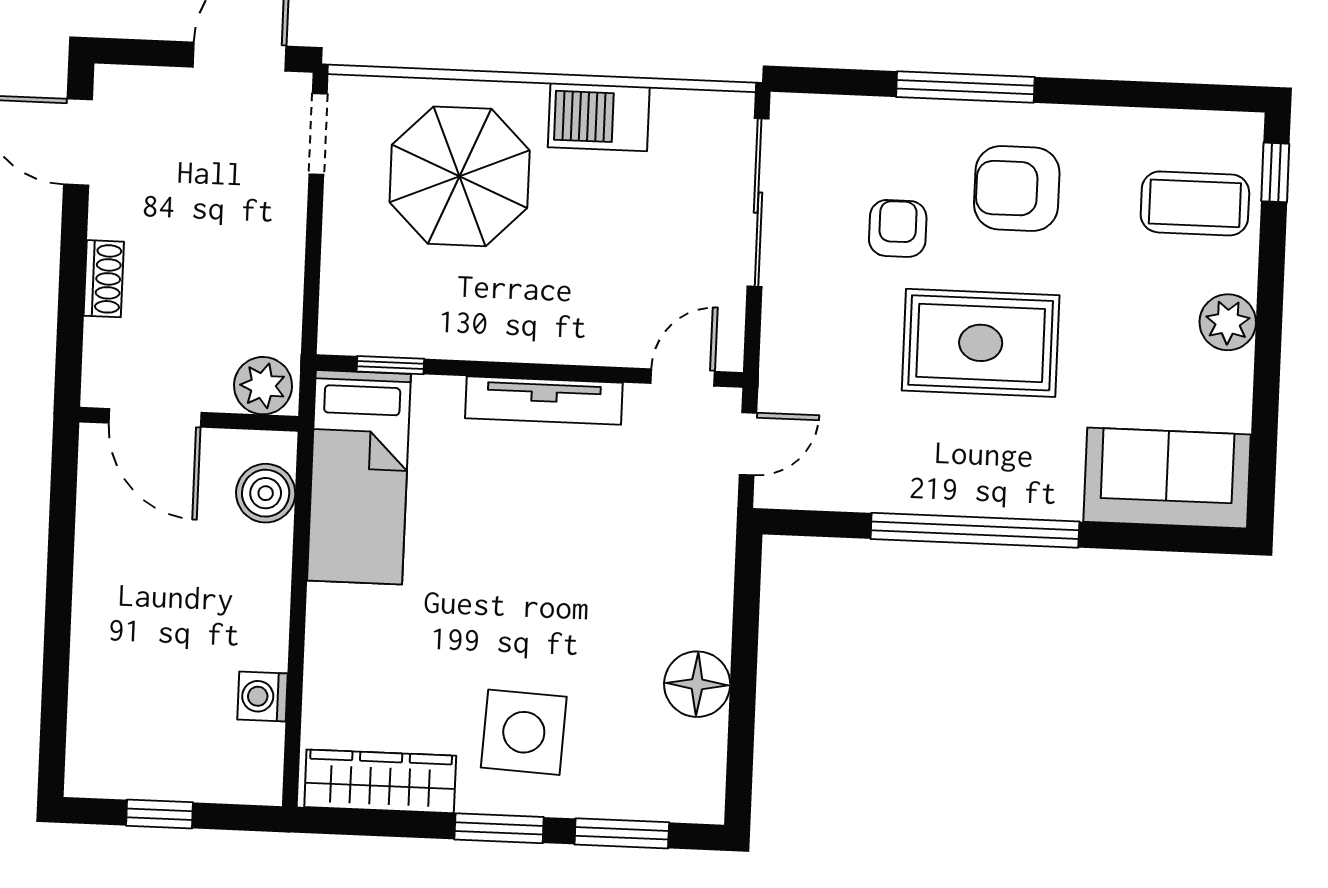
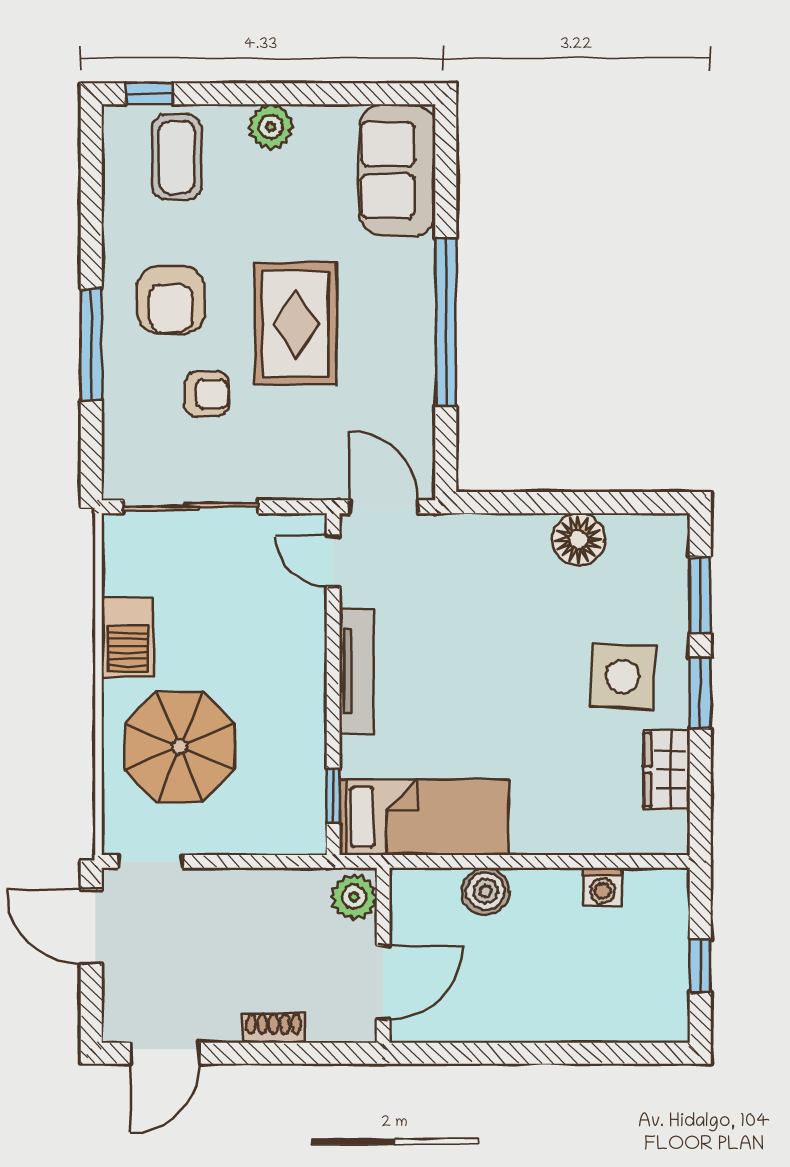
armchair: (898, 228) -> (207, 394), turned 180
door: (748, 444) -> (384, 507), width x1.38
boiler: (266, 493) -> (486, 891), moved
wardrobe: (380, 781) -> (667, 770), width x0.67

